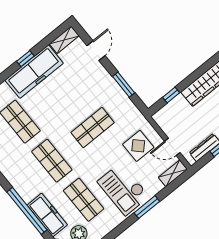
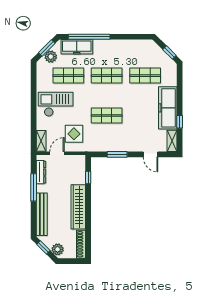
window: (25, 59) -> (180, 122), moved
shop shelf: (93, 128) -> (107, 116), turned 90
window: (147, 207) -> (34, 109), removed

